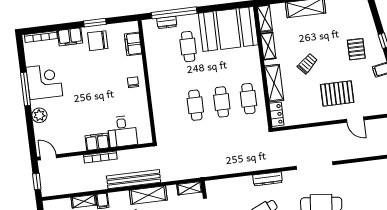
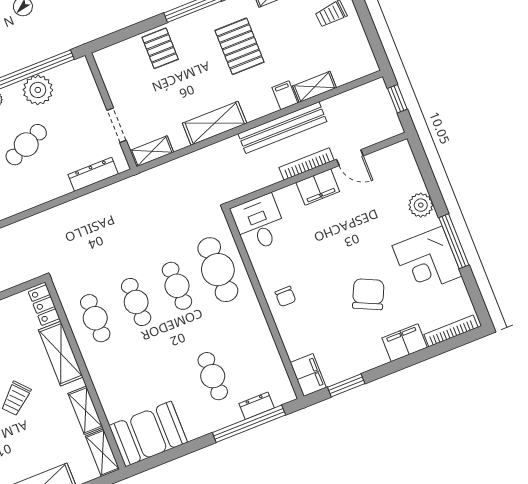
window: (95, 23) -> (346, 385), moved
booth: (228, 29) -> (148, 434), width x0.73, depth x0.70
chair: (98, 41) -> (368, 294), moved, turned -65
filing cabinet: (133, 44) -> (308, 375), moved
cafe table: (169, 108) -> (218, 270), added
desk: (122, 131) -> (259, 223), moved
door: (48, 157) -> (350, 158), moved
bench: (134, 179) -> (282, 128), moved
dresser: (268, 179) -> (93, 174), moved

